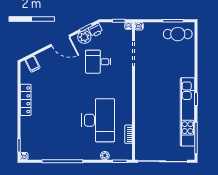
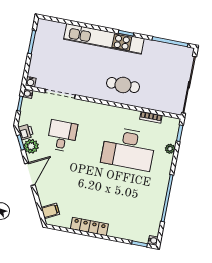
cafe table: (178, 34) -> (123, 85), moved, turned 90
desk: (98, 62) -> (62, 136), turned 180
kitchen unit: (188, 112) -> (104, 39), moved
desk: (98, 120) -> (128, 149), turned 180

